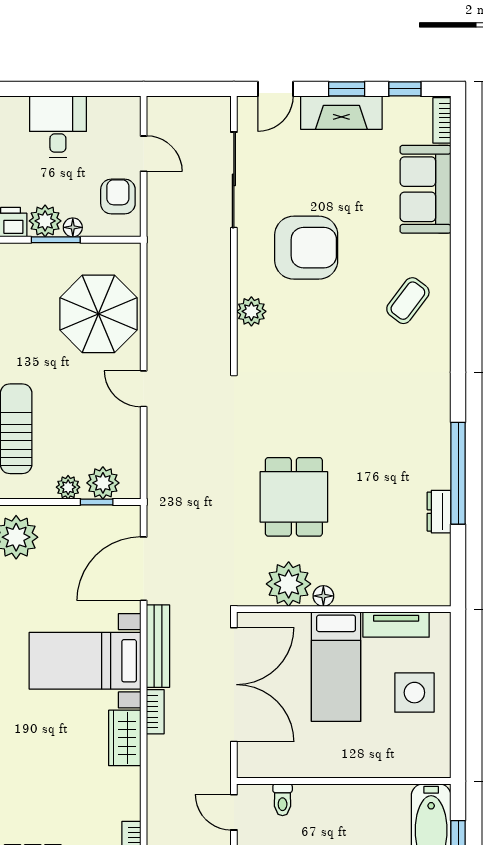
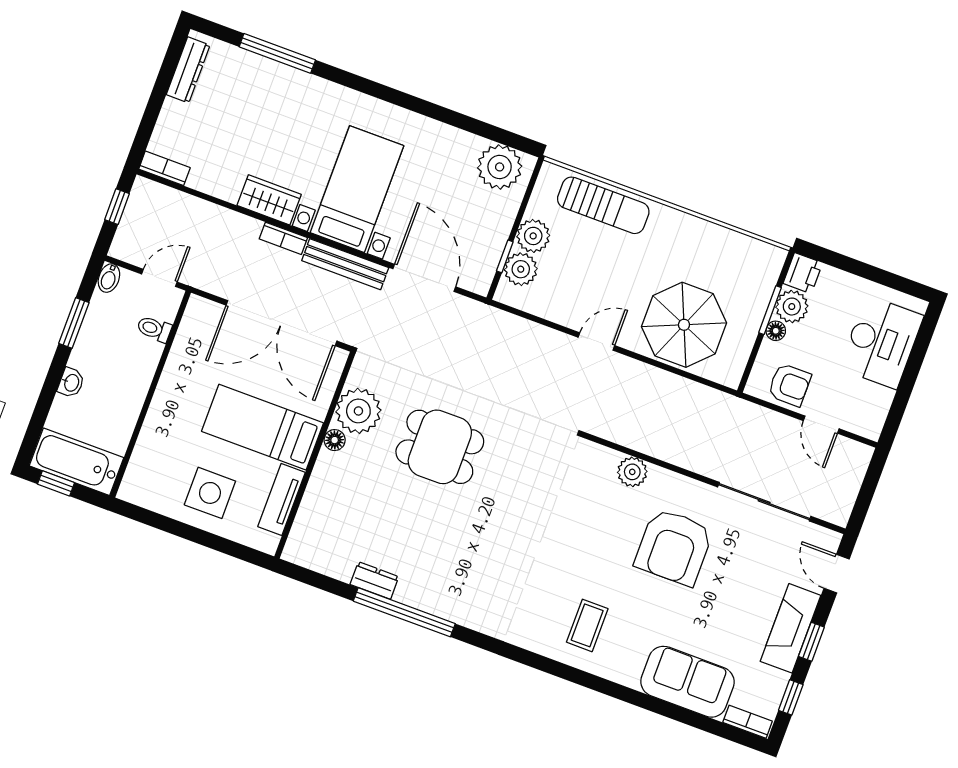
desk: (58, 127) -> (881, 342), width x1.37
door: (144, 154) -> (821, 425), hinge flipped
coffee table: (408, 301) -> (587, 625), turned 53
plant: (68, 487) -> (533, 236), width x1.38, depth x1.38

